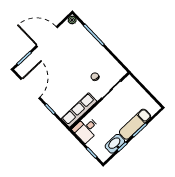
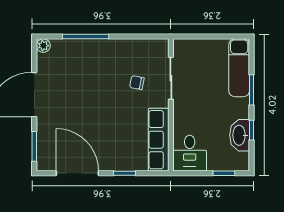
exam couch: (135, 124) -> (239, 68), moved

